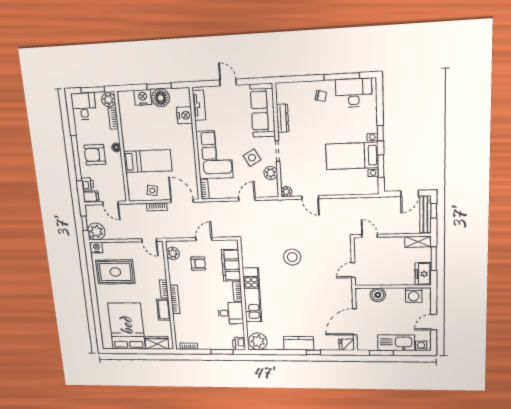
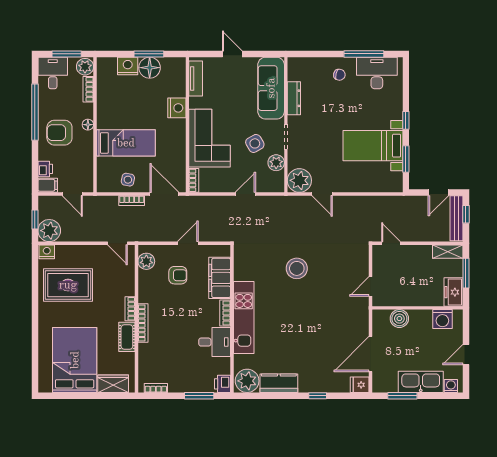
nightstand: (184, 115) -> (177, 108), moved
window: (76, 158) -> (35, 112), moved
plant: (286, 192) -> (299, 180), width x1.88, depth x1.88
kitchen counter: (299, 343) -> (279, 383), moved

